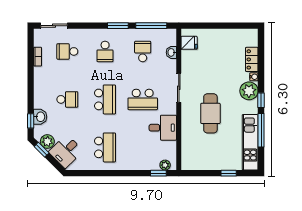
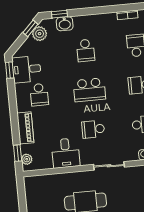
school desk: (143, 99) -> (93, 129), width x0.54
school desk: (105, 147) -> (39, 95), width x0.54
desk: (66, 151) -> (27, 69), moved, turned -45
piano: (135, 163) -> (25, 128), added
window: (79, 173) -> (10, 70), added

